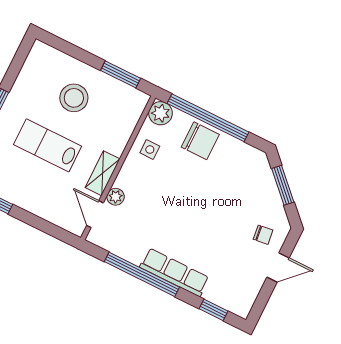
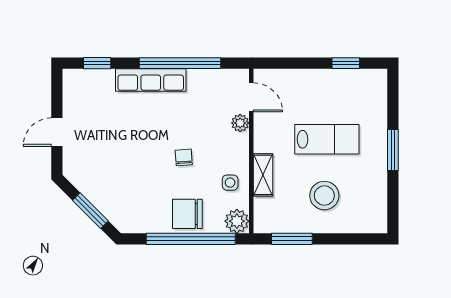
shelving: (103, 173) -> (263, 175), moved
chair: (263, 235) -> (184, 157), moved, turned 93

